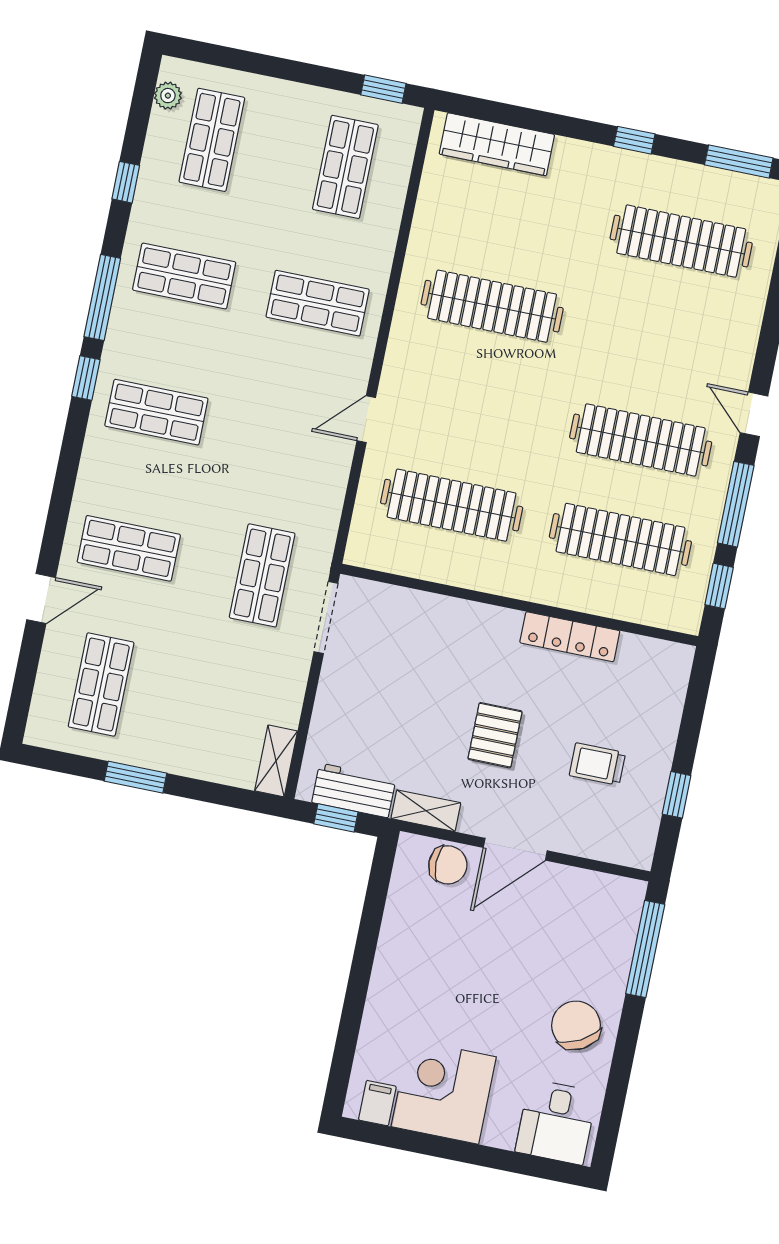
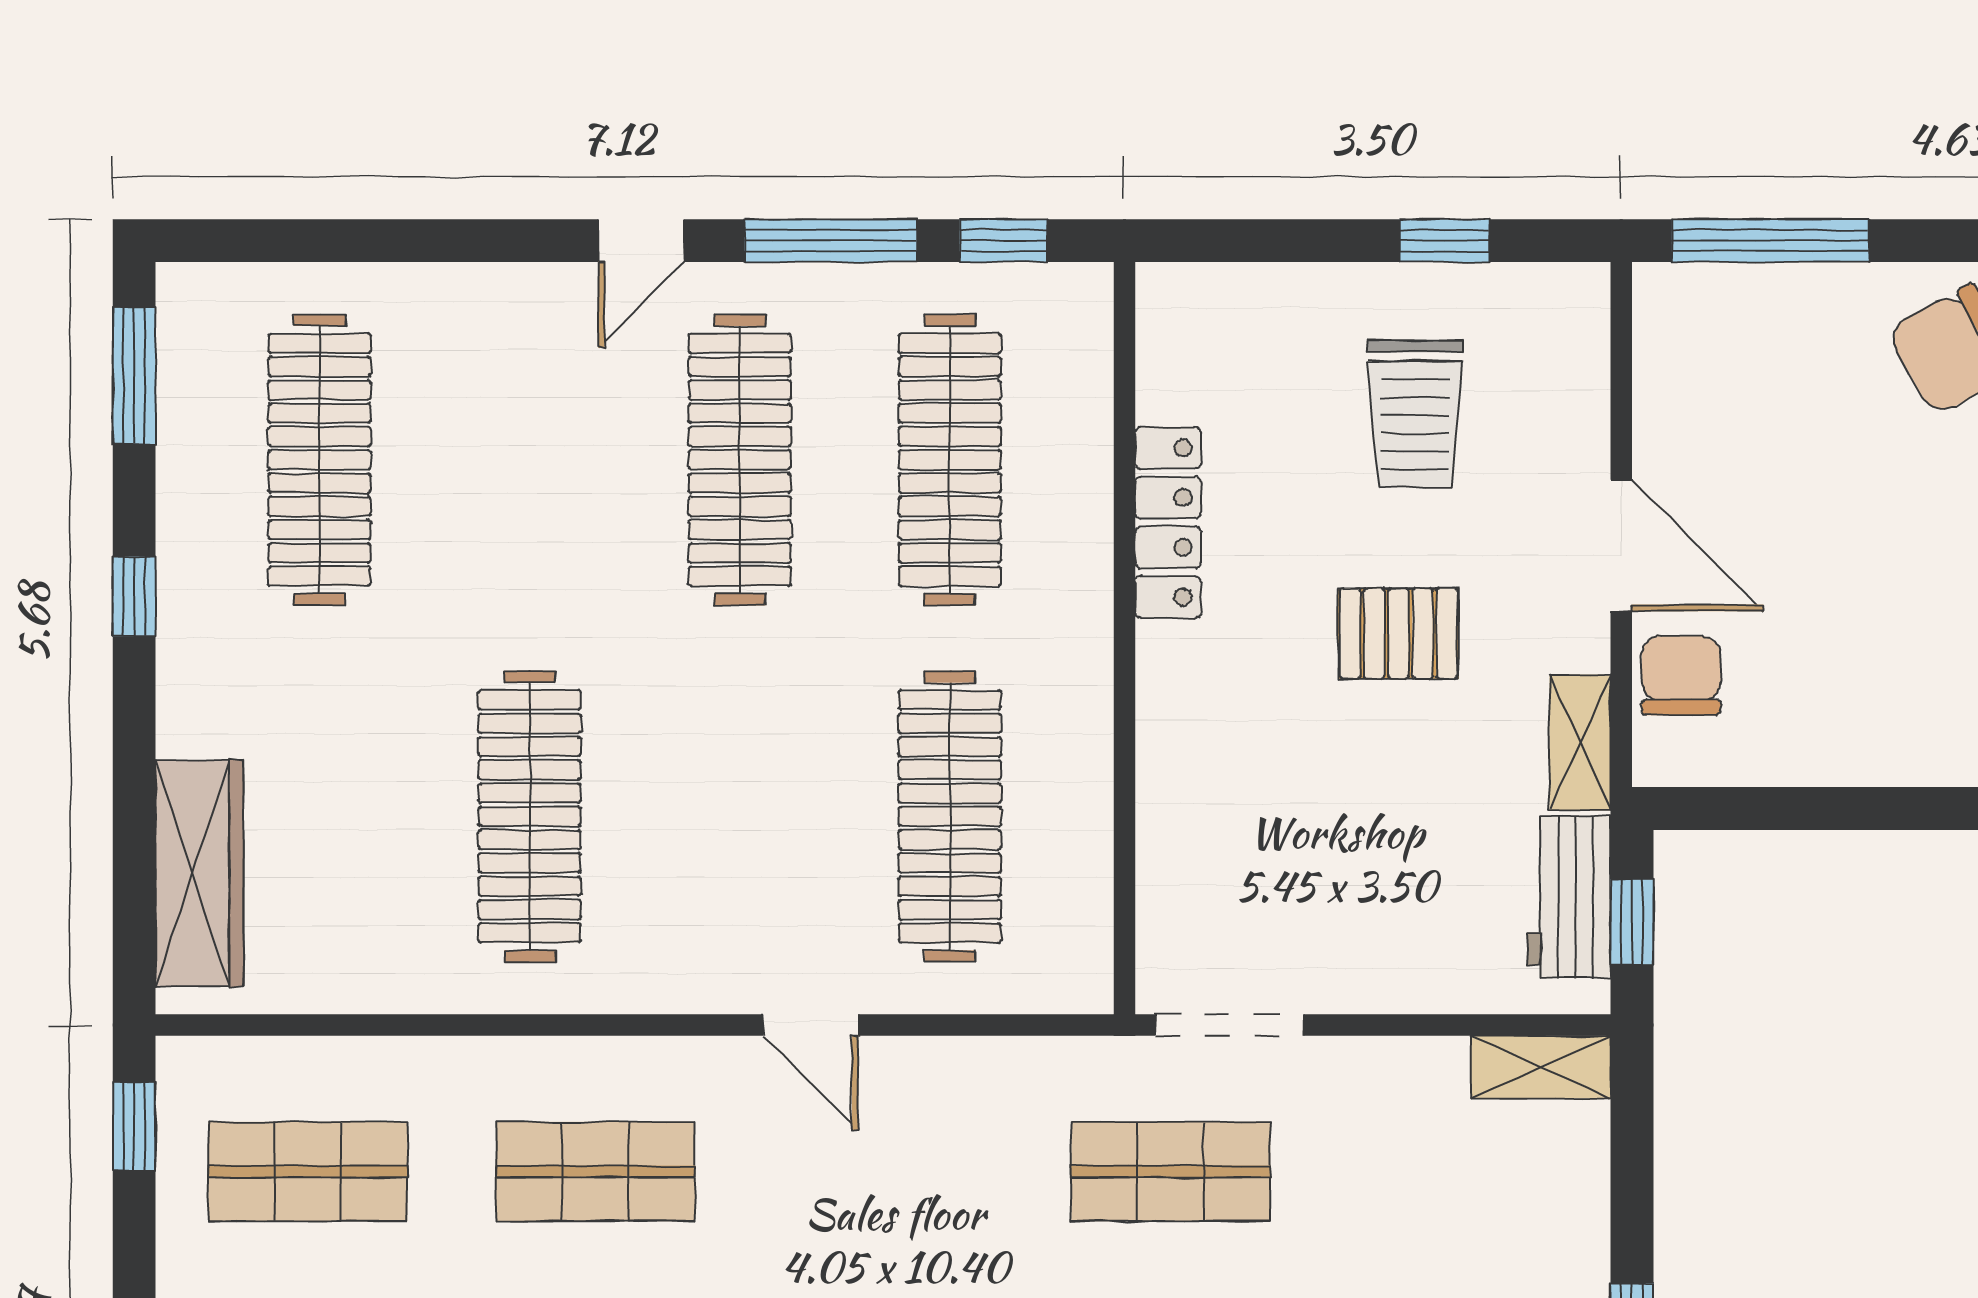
shop shelf: (318, 303) -> (595, 1172), turned 90
trolley: (597, 764) -> (1415, 414), width x1.36, depth x1.39

